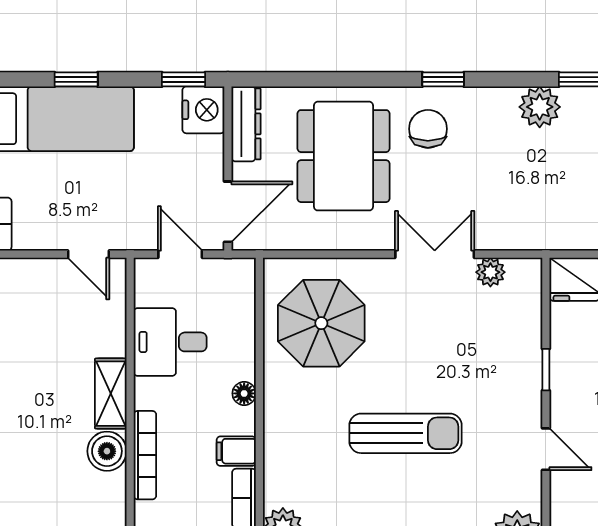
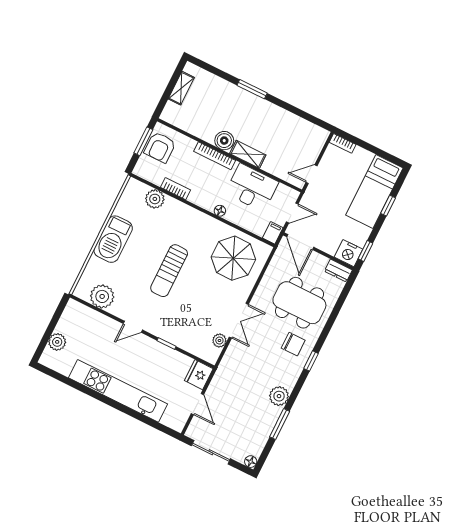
dresser: (246, 124) -> (338, 271), width x0.70
desk: (170, 342) -> (252, 188), width x1.37
filing cabinet: (236, 451) -> (273, 233), moved

